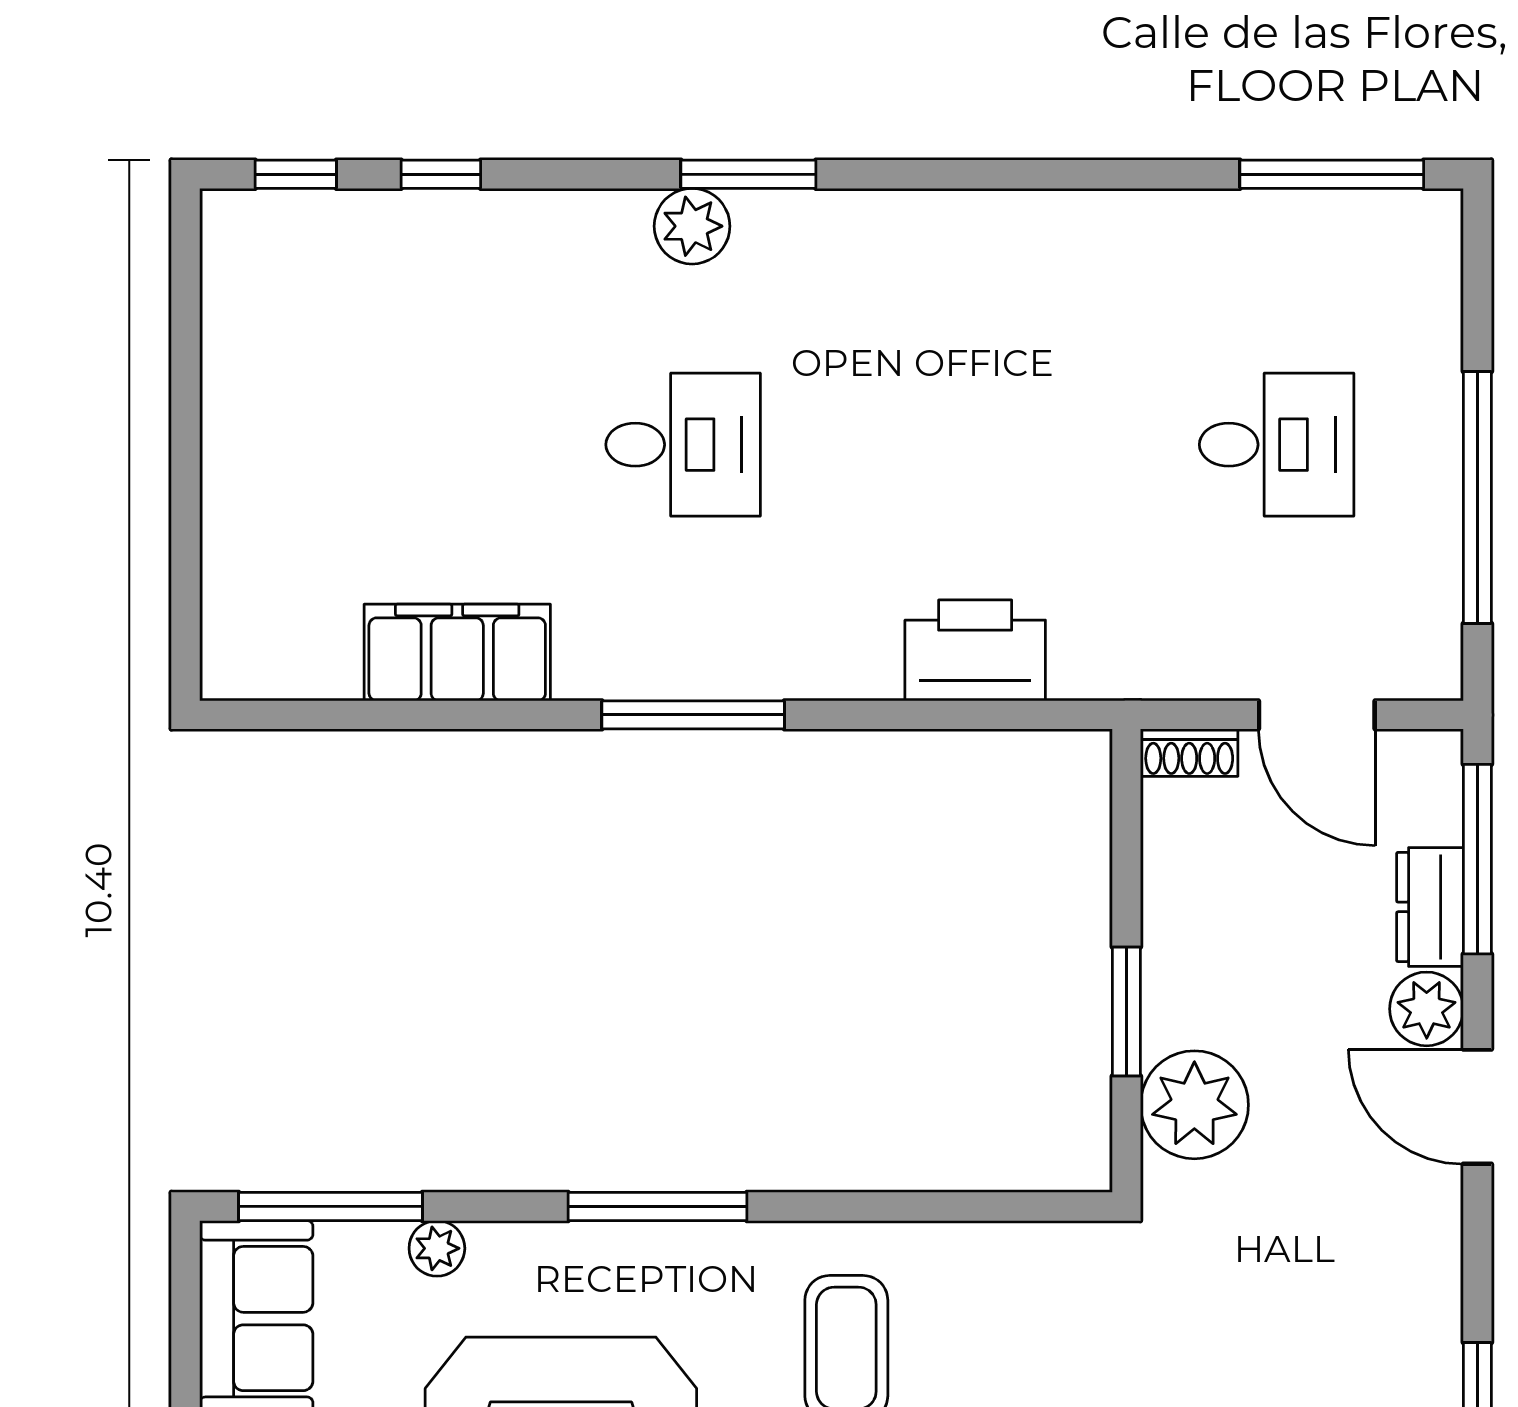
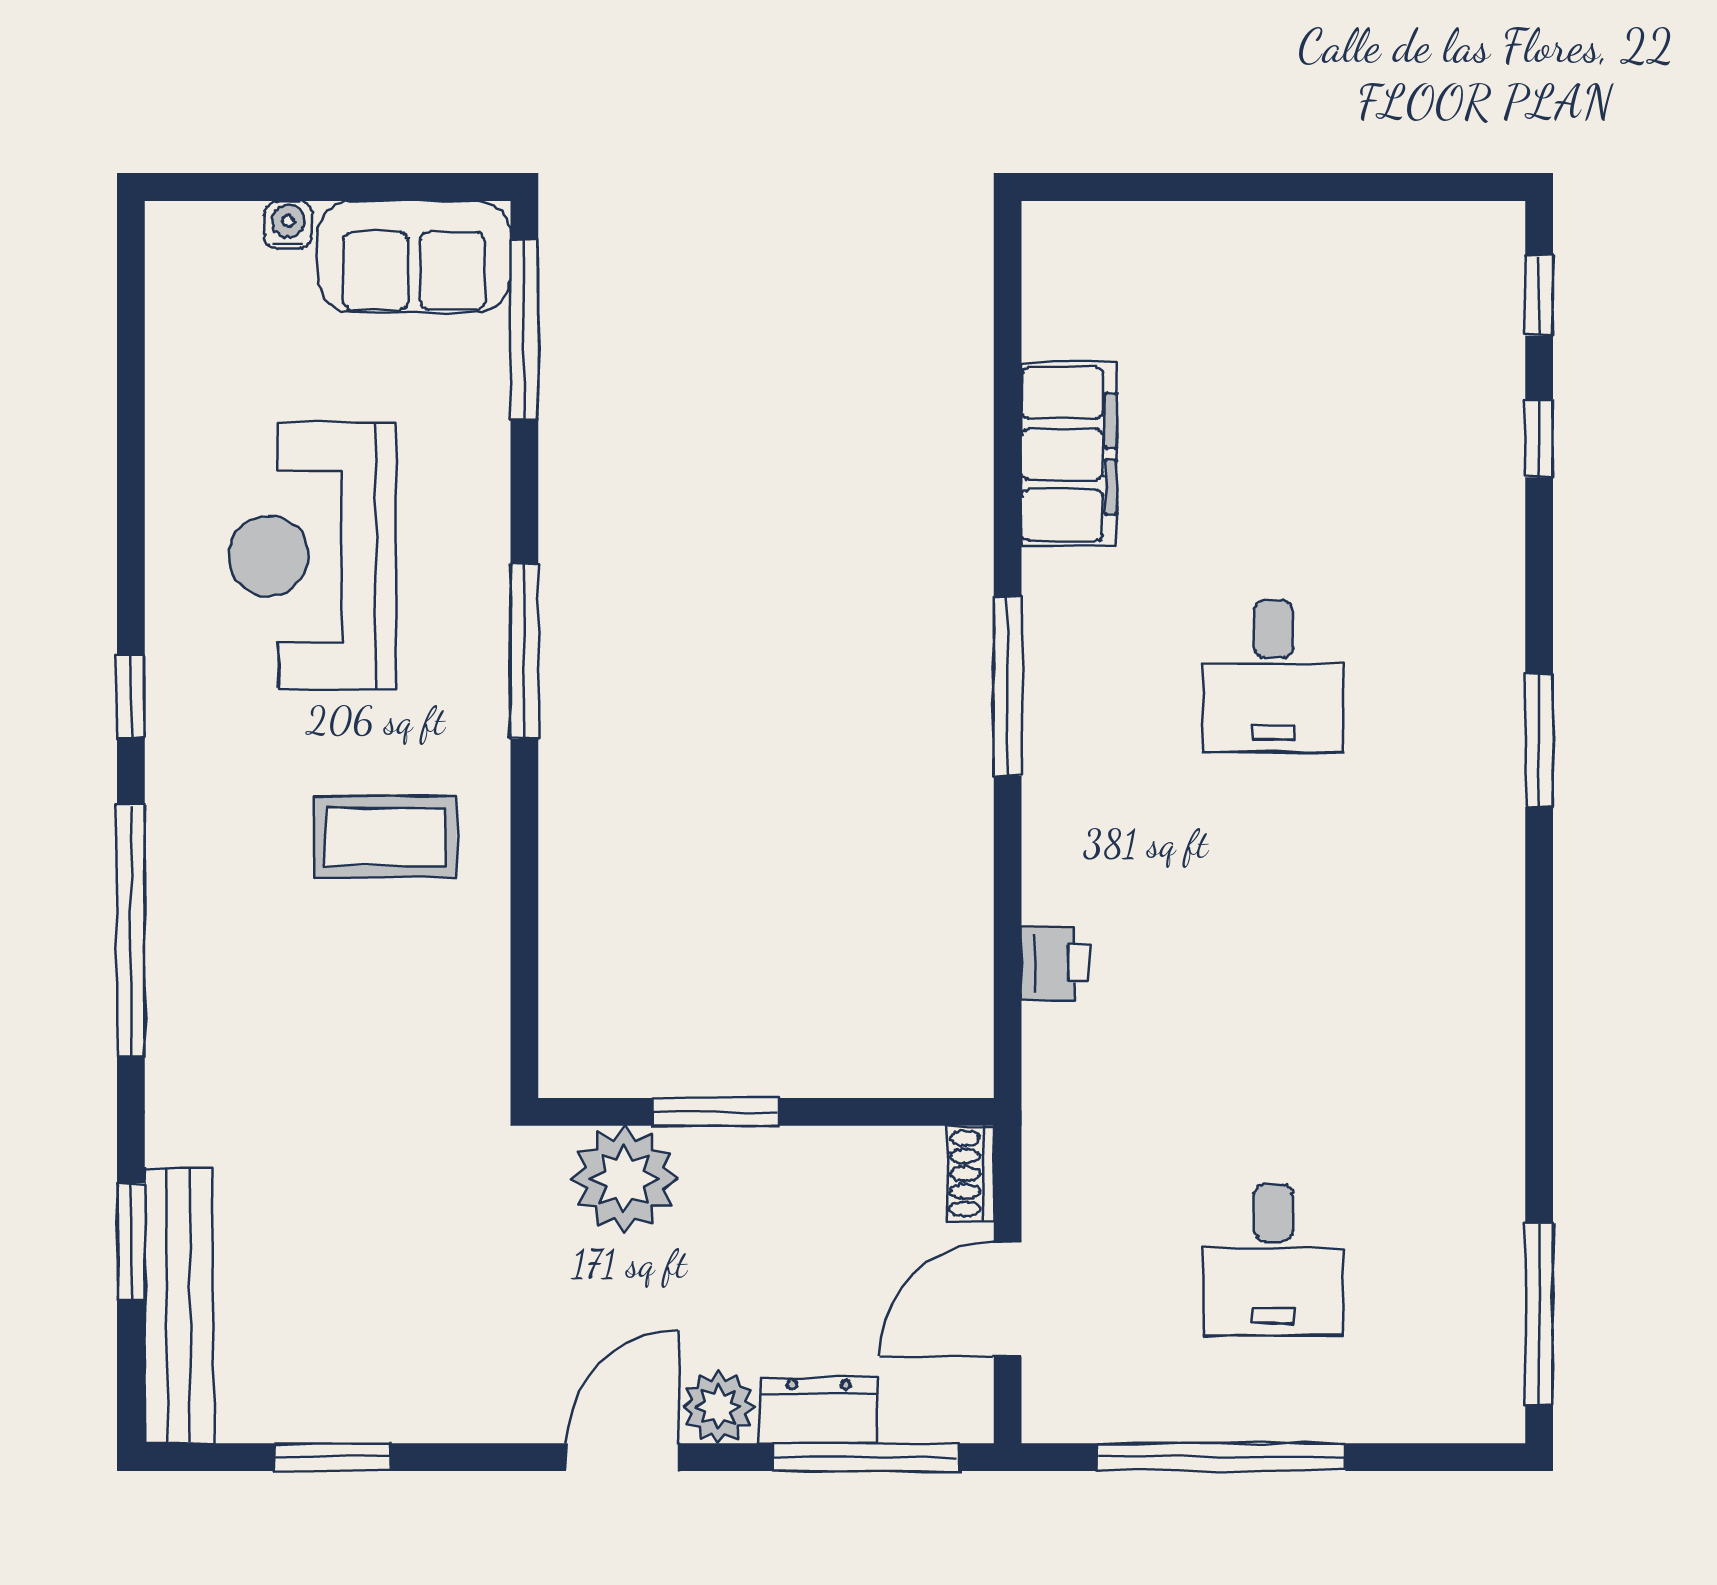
plant: (692, 226) -> (1488, 685), removed
printer: (975, 650) -> (1055, 963), width x0.53, depth x0.68
plant: (437, 1248) -> (483, 434), removed

